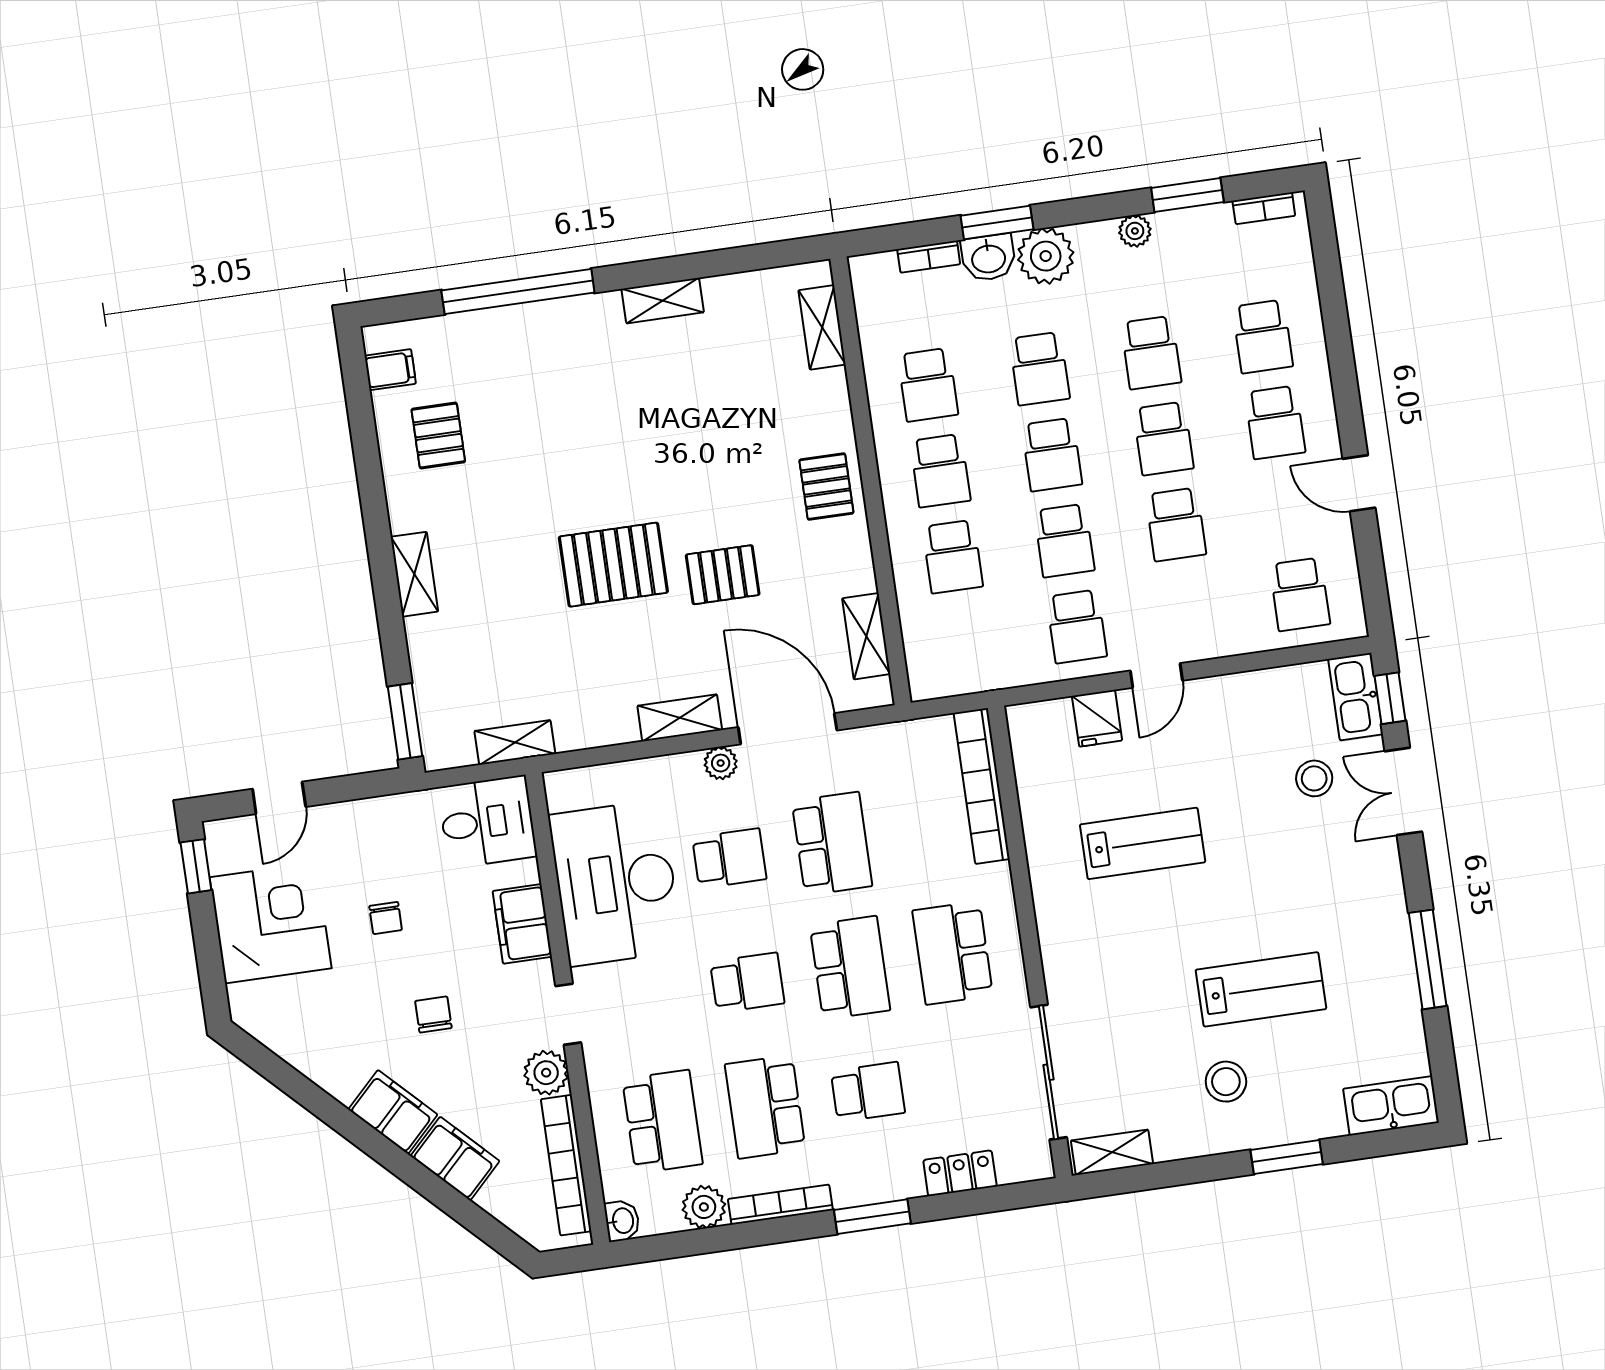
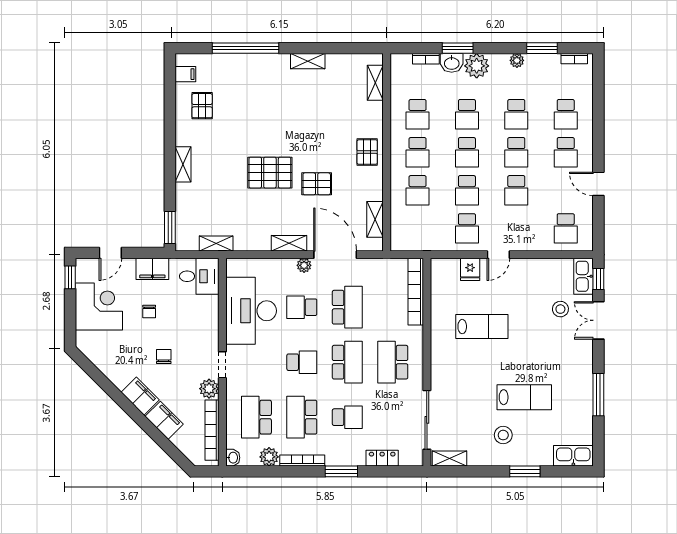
school desk: (729, 858) -> (302, 307), turned 180
filing cabinet: (522, 924) -> (152, 269), moved, turned -90
school desk: (662, 1122) -> (256, 417), turned 180

